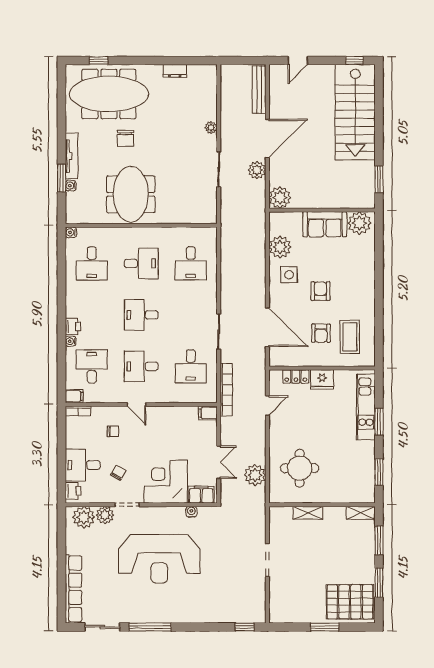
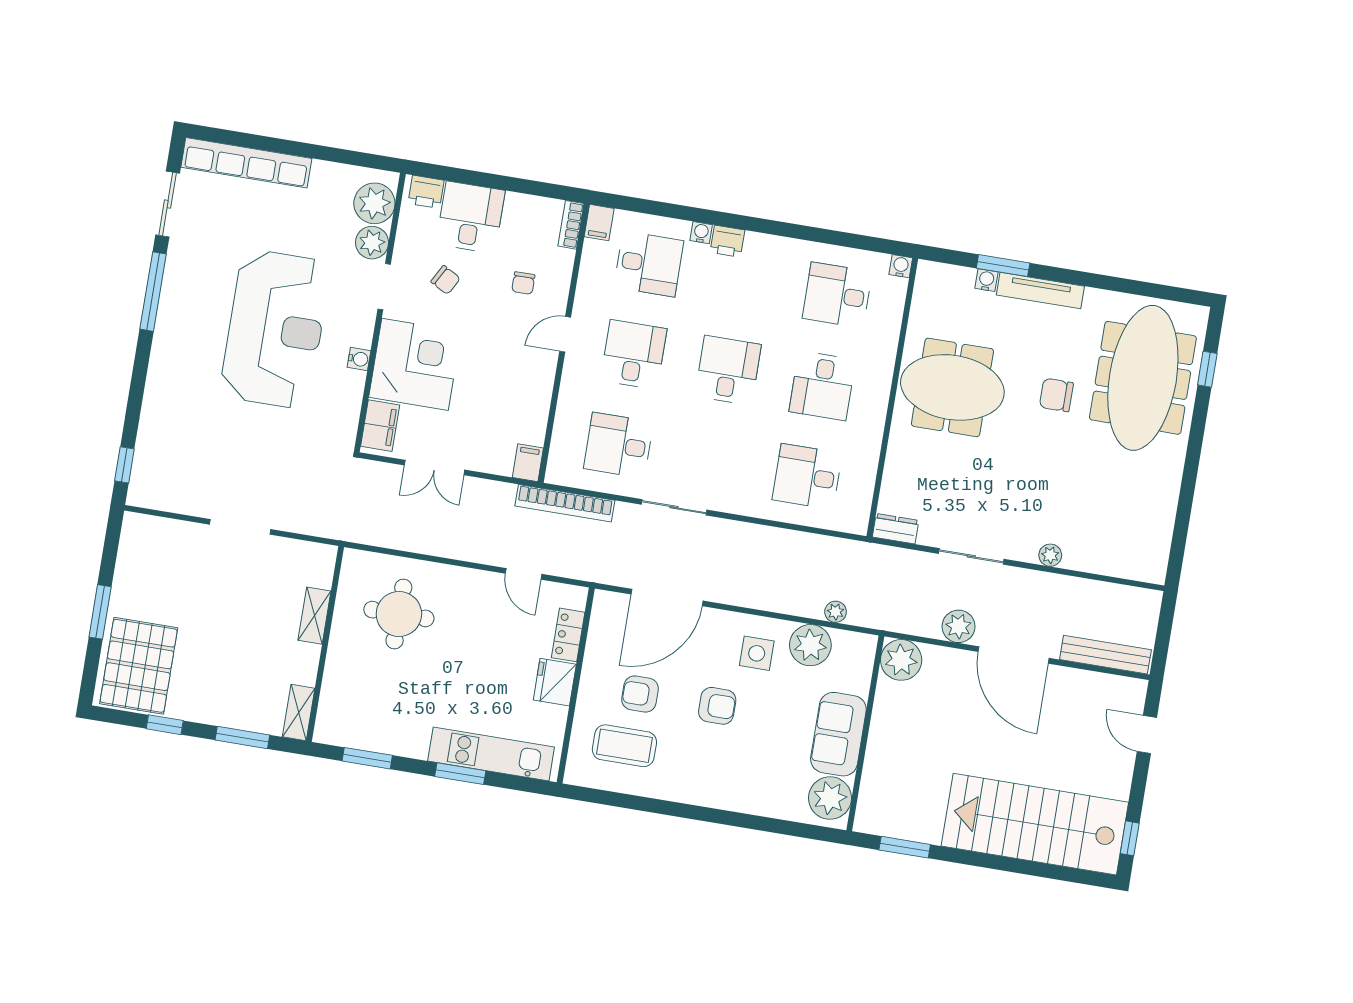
dresser: (175, 71) -> (896, 529), moved, turned 90
plant: (255, 475) -> (836, 612), moved, width x0.53, depth x0.53
water cooler: (191, 512) -> (359, 359), moved
reception desk: (159, 559) -> (275, 329), turned 180
window: (379, 583) -> (165, 725), width x0.67

